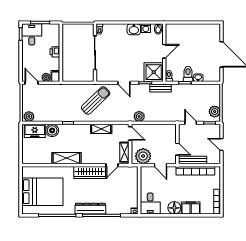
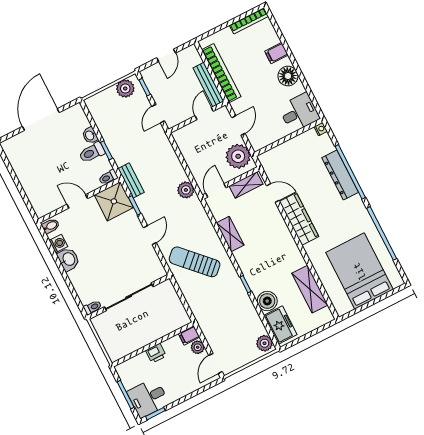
shelving: (66, 158) -> (310, 289), moved
filing cabinet: (191, 208) -> (276, 53), width x0.50
dresser: (90, 209) -> (340, 175), moved

